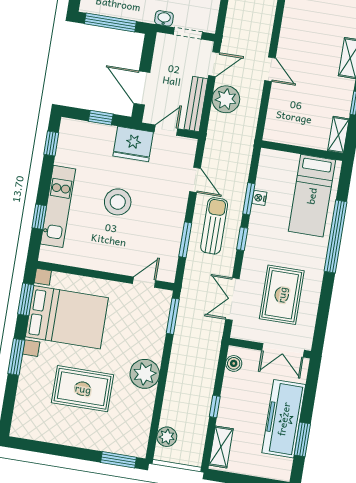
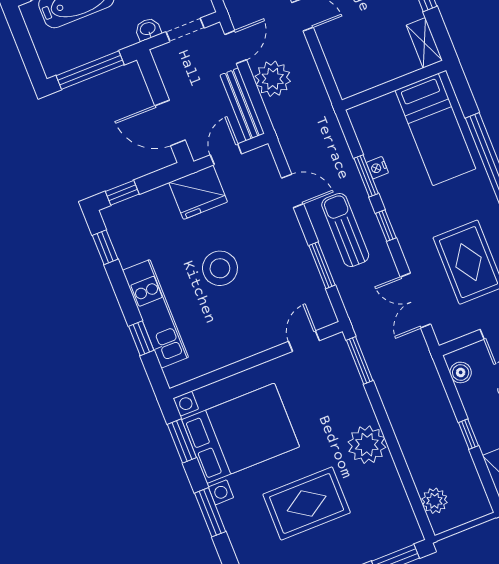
window: (101, 118) -> (122, 193), moved

